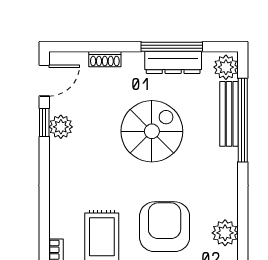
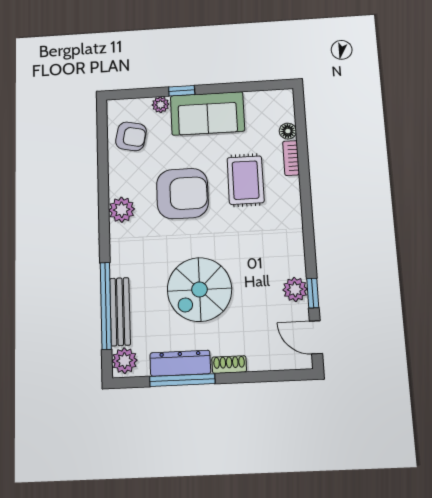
shoe rack: (105, 59) -> (229, 365), moved
door: (44, 81) -> (316, 337), hinge flipped
armchair: (165, 227) -> (182, 194), turned -90
plant: (225, 233) -> (122, 210), moved

